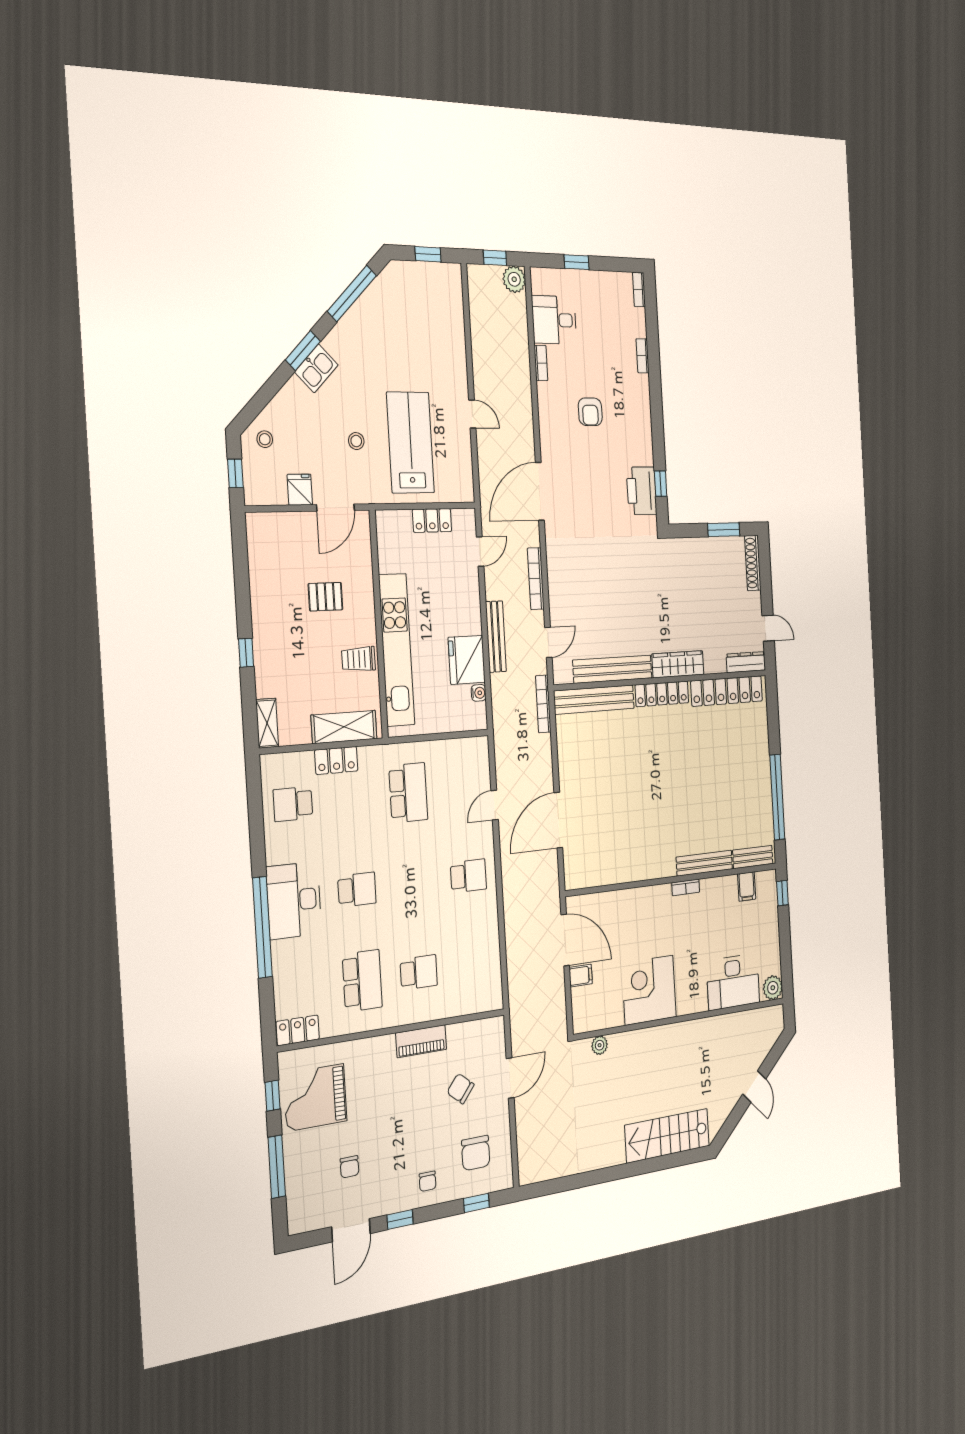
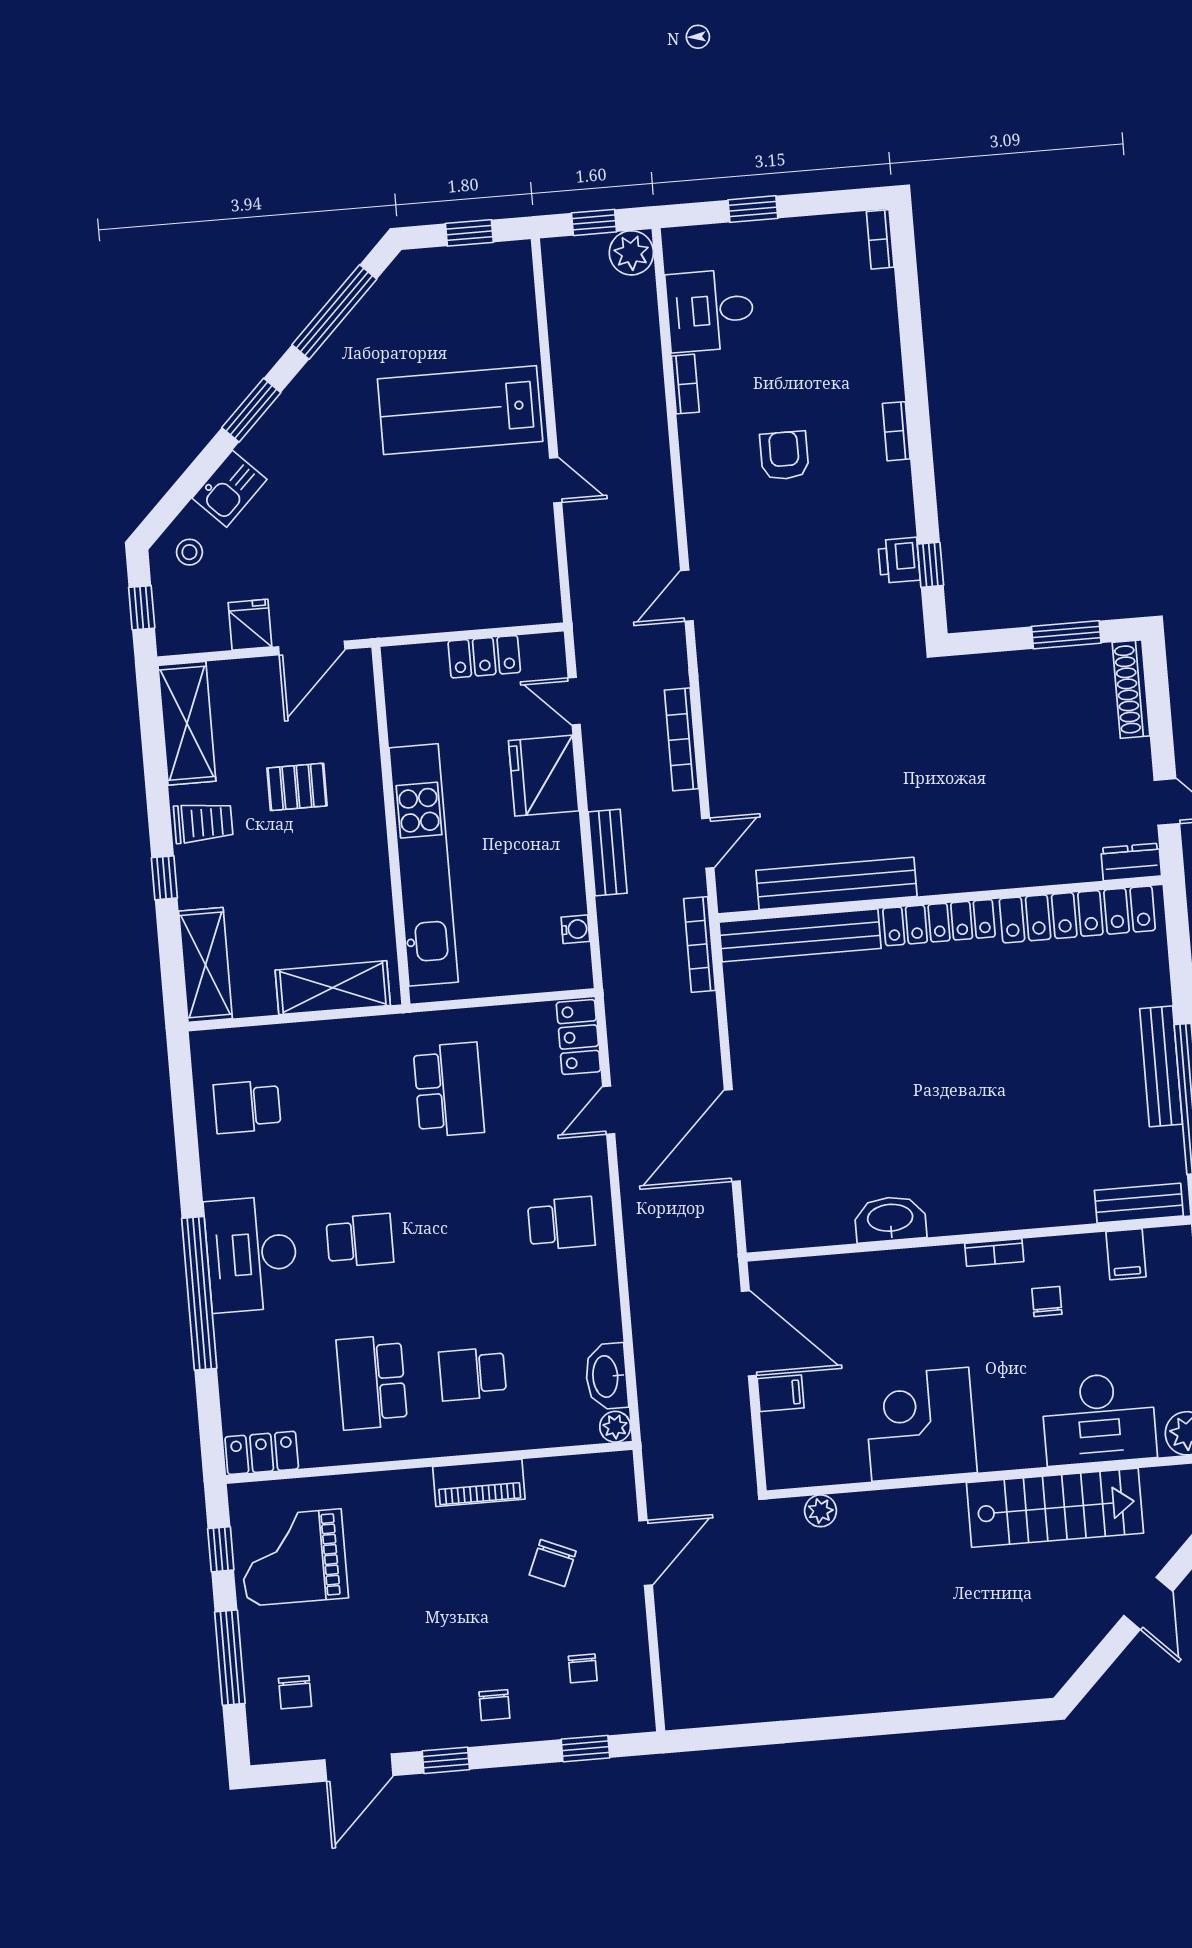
bookcase: (643, 356) -> (896, 431), moved
kitchen sink: (316, 368) -> (230, 489), moved
armchair: (590, 412) -> (784, 456), turned 180
stool: (356, 441) -> (346, 542), removed
lab bench: (410, 443) -> (460, 410), moved, turned -90
door: (540, 491) -> (687, 596), width x0.53
printer: (642, 491) -> (899, 560), width x0.53, depth x0.68
shelving: (261, 551) -> (187, 723), added
door: (480, 551) -> (574, 701), swing flipped
bench: (496, 637) -> (608, 853), width x0.73
trolley: (359, 659) -> (203, 823), moved, turned 180
fridge: (467, 660) -> (544, 776), moved
dresser: (746, 662) -> (1131, 862), width x0.70
wardrobe: (678, 664) -> (972, 871), removed
shelving: (267, 723) -> (205, 965), width x1.50, depth x1.33
locker: (336, 760) -> (578, 1037), moved, turned 90
bench: (704, 863) -> (1161, 1066), moved, turned 90
washbasin: (636, 869) -> (890, 1219), added
chair: (710, 915) -> (1047, 1301), added
washbasin: (491, 970) -> (606, 1376), added
school desk: (419, 972) -> (473, 1374), turned 180
school desk: (362, 981) -> (372, 1382), turned 180
plant: (495, 1001) -> (615, 1427), added
chair: (461, 1089) -> (553, 1563), turned -106
stairs: (667, 1136) -> (1055, 1508), moved, turned 180
chair: (476, 1153) -> (583, 1668), width x0.54, depth x0.54
chair: (350, 1167) -> (295, 1692), moved

